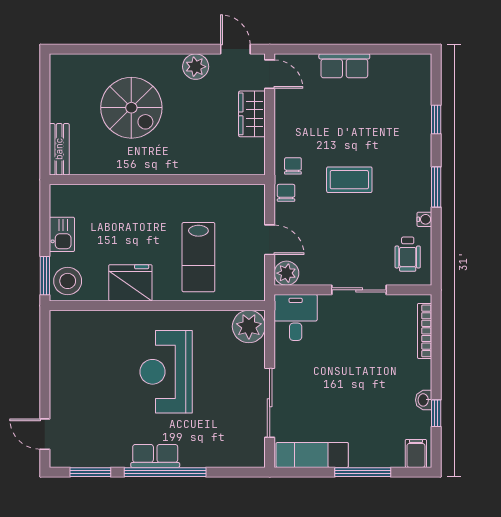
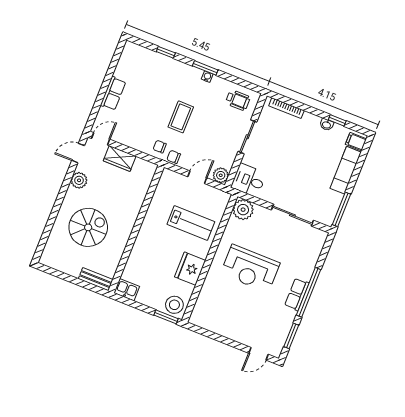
water cooler: (424, 219) -> (207, 77), moved
kitchen sink: (62, 234) -> (127, 290), moved
exam couch: (312, 455) -> (346, 170), moved
window: (363, 472) -> (342, 209), moved

